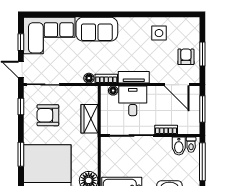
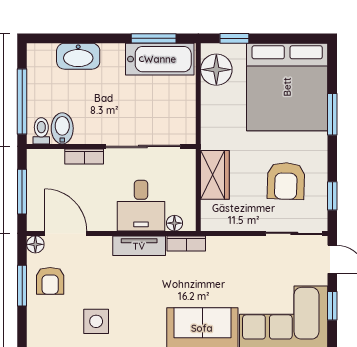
floor lamp: (89, 78) -> (35, 244), moved
armchair: (48, 115) -> (286, 181), turned 92

